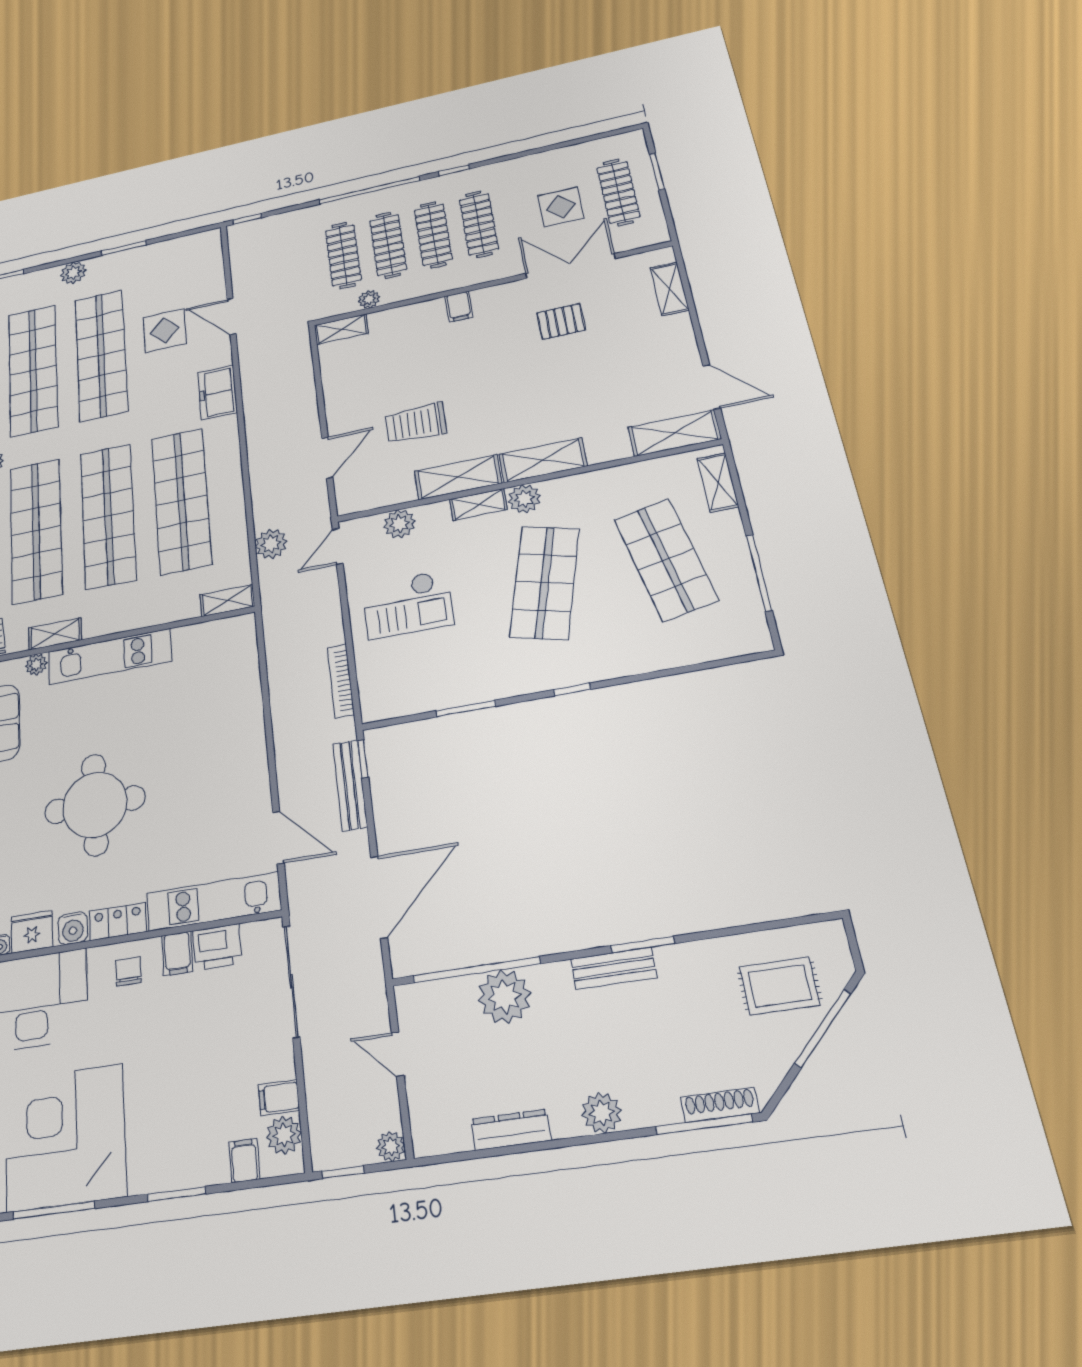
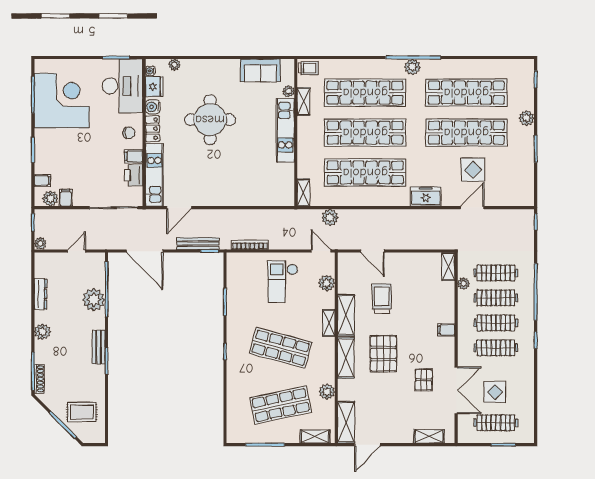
pallet: (523, 398) -> (383, 354), added
plant: (524, 499) -> (327, 392), moved
rug: (779, 986) -> (82, 412), turned 90

